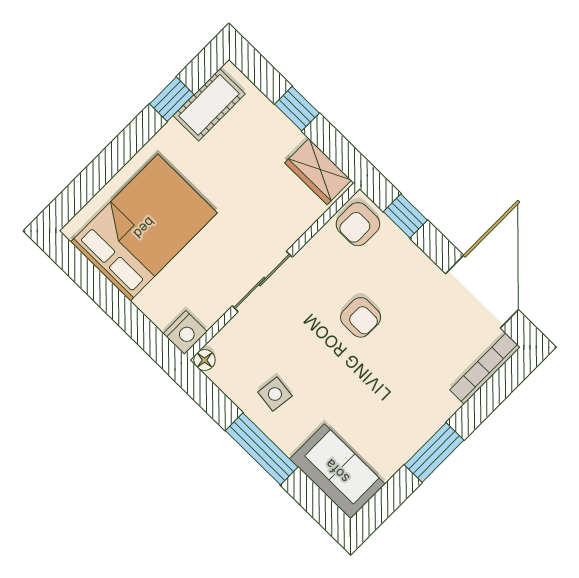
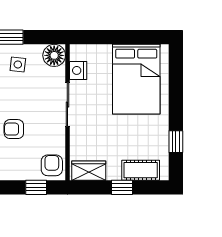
cot: (209, 105) -> (141, 170), moved, turned 90
nightstand: (185, 333) -> (78, 70), moved
floor lamp: (205, 360) -> (54, 55), width x1.89, depth x1.89

